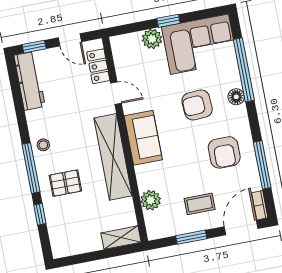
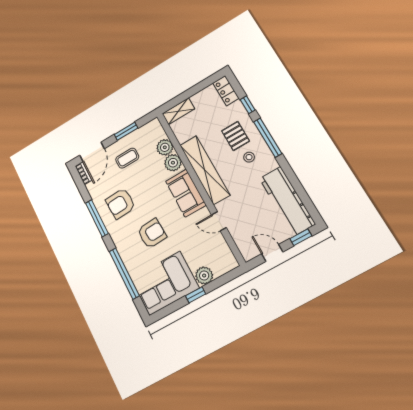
locker: (98, 66) -> (226, 91), moved, turned 180
workbench: (30, 81) -> (287, 201), width x1.36, depth x1.32
floor lamp: (236, 97) -> (124, 250), removed
stool: (43, 145) -> (249, 157), moved
armchair: (224, 152) -> (120, 204), turned -93
window: (262, 165) -> (97, 218), moved
plant: (147, 178) -> (173, 163), added
pallet: (65, 183) -> (236, 136), turned 90

